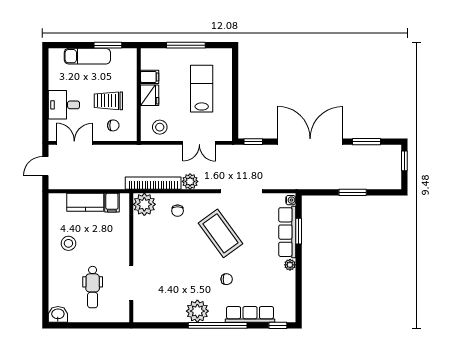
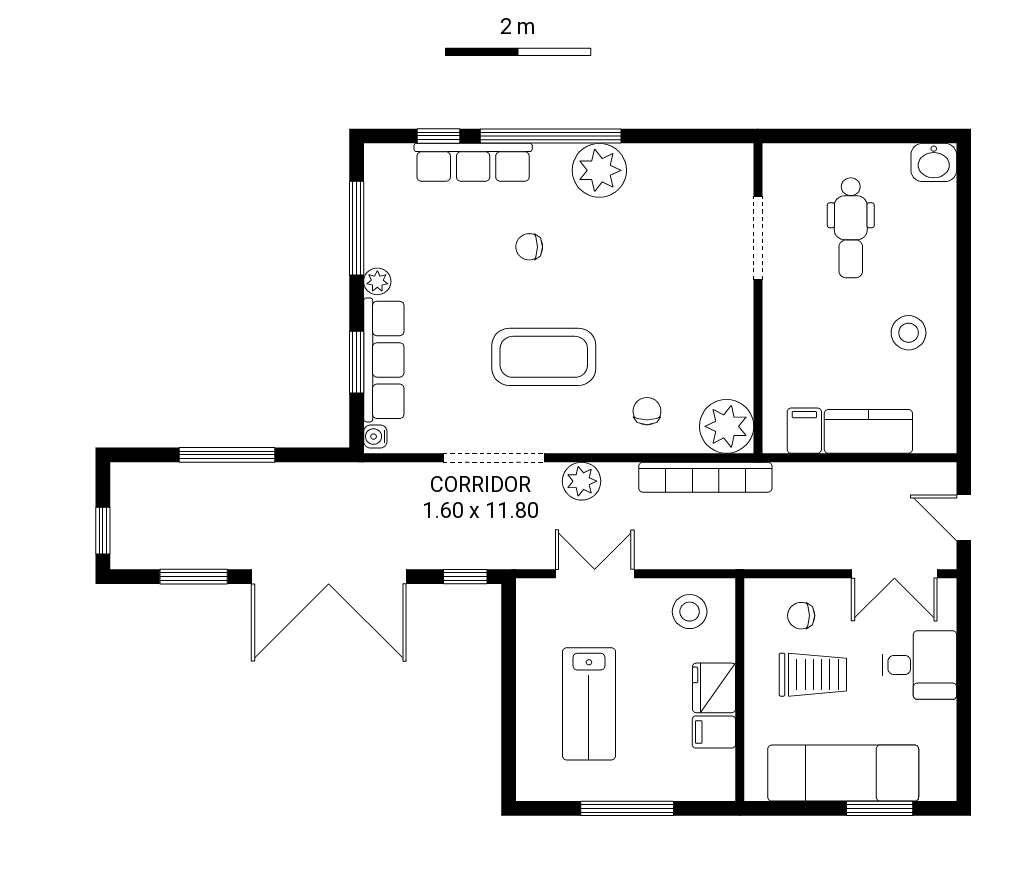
window: (108, 45) -> (880, 808), moved
exam couch: (87, 56) -> (843, 773), width x1.36, depth x1.45
door: (45, 166) -> (964, 518), swing flipped
plant: (190, 181) -> (582, 481), moved
window: (353, 192) -> (227, 455), width x1.44
coffee table: (221, 233) -> (544, 357), turned -54
dental chair: (93, 287) -> (851, 228), turned 180
window: (299, 287) -> (357, 228), added
window: (278, 325) -> (439, 136), moved

